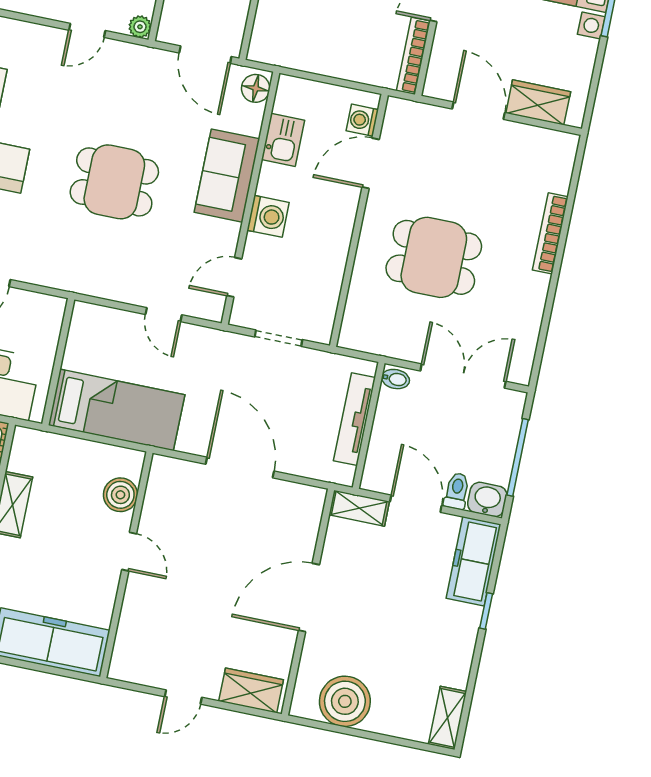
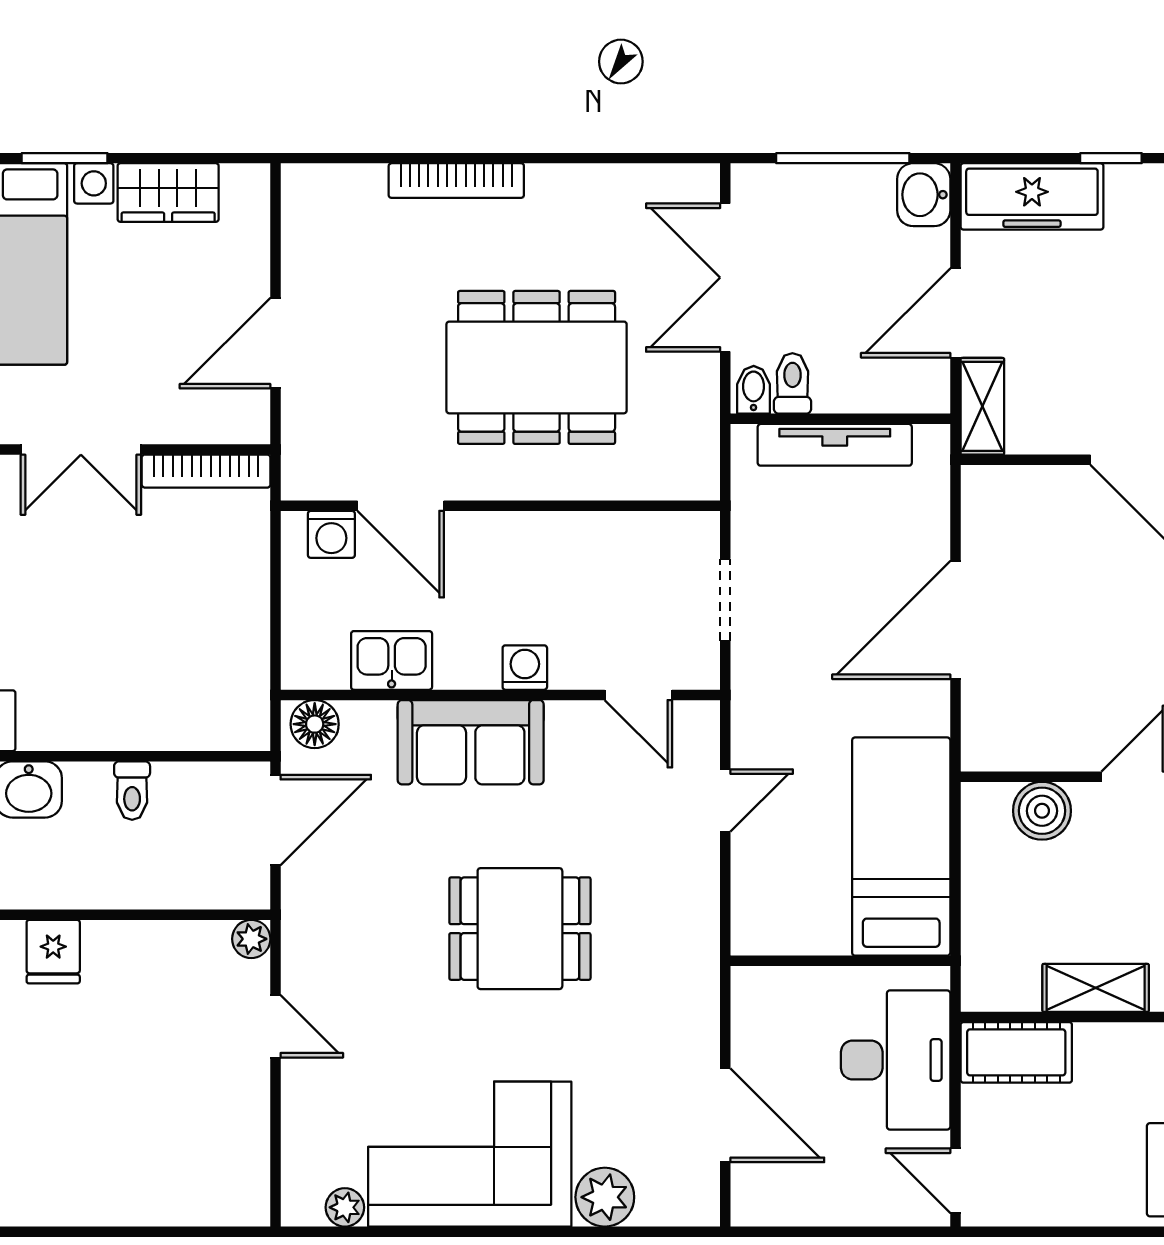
wardrobe: (538, 102) -> (168, 193), moved, turned -90
dining table: (114, 182) -> (520, 929), turned 90
washing machine: (268, 216) -> (525, 668), width x0.73, depth x0.73
dining table: (434, 257) -> (537, 367), width x1.38
toilet: (457, 491) -> (792, 383), moved, turned 90

